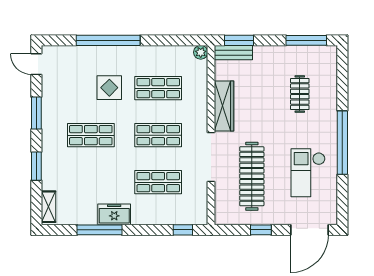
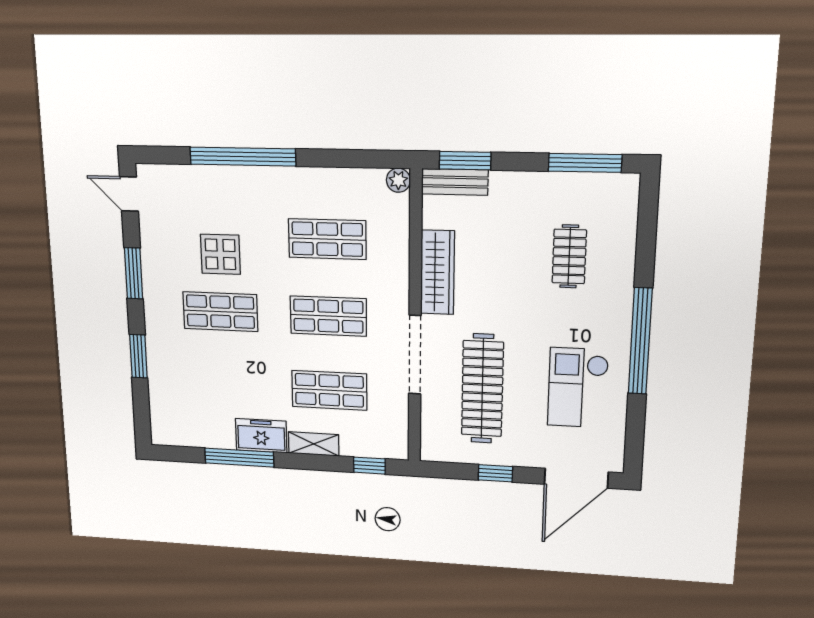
display table: (109, 88) -> (220, 254), moved
shelving: (49, 207) -> (314, 444), moved, turned 90

